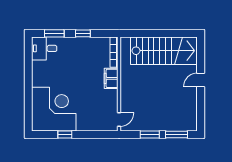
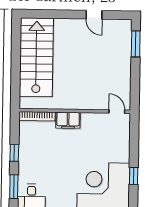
door: (201, 80) -> (94, 15), moved
window: (150, 134) -> (135, 75), removed

